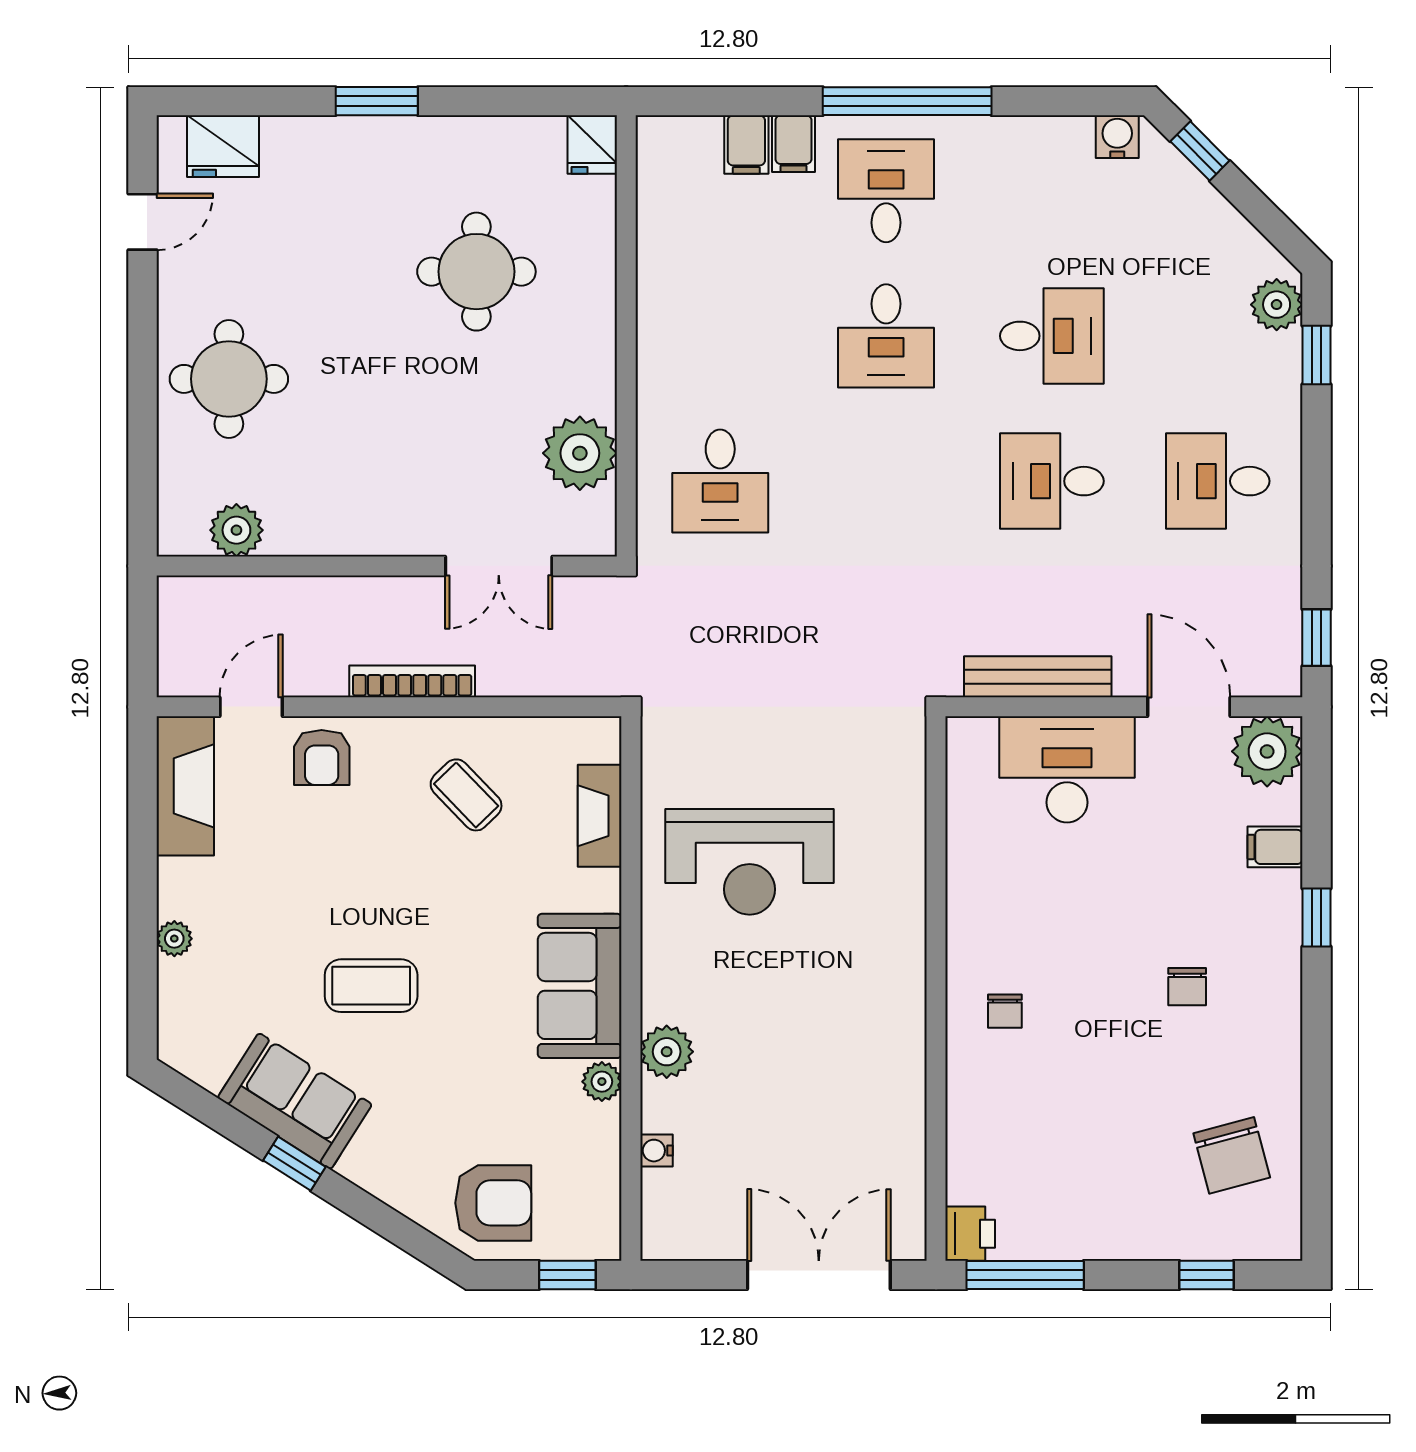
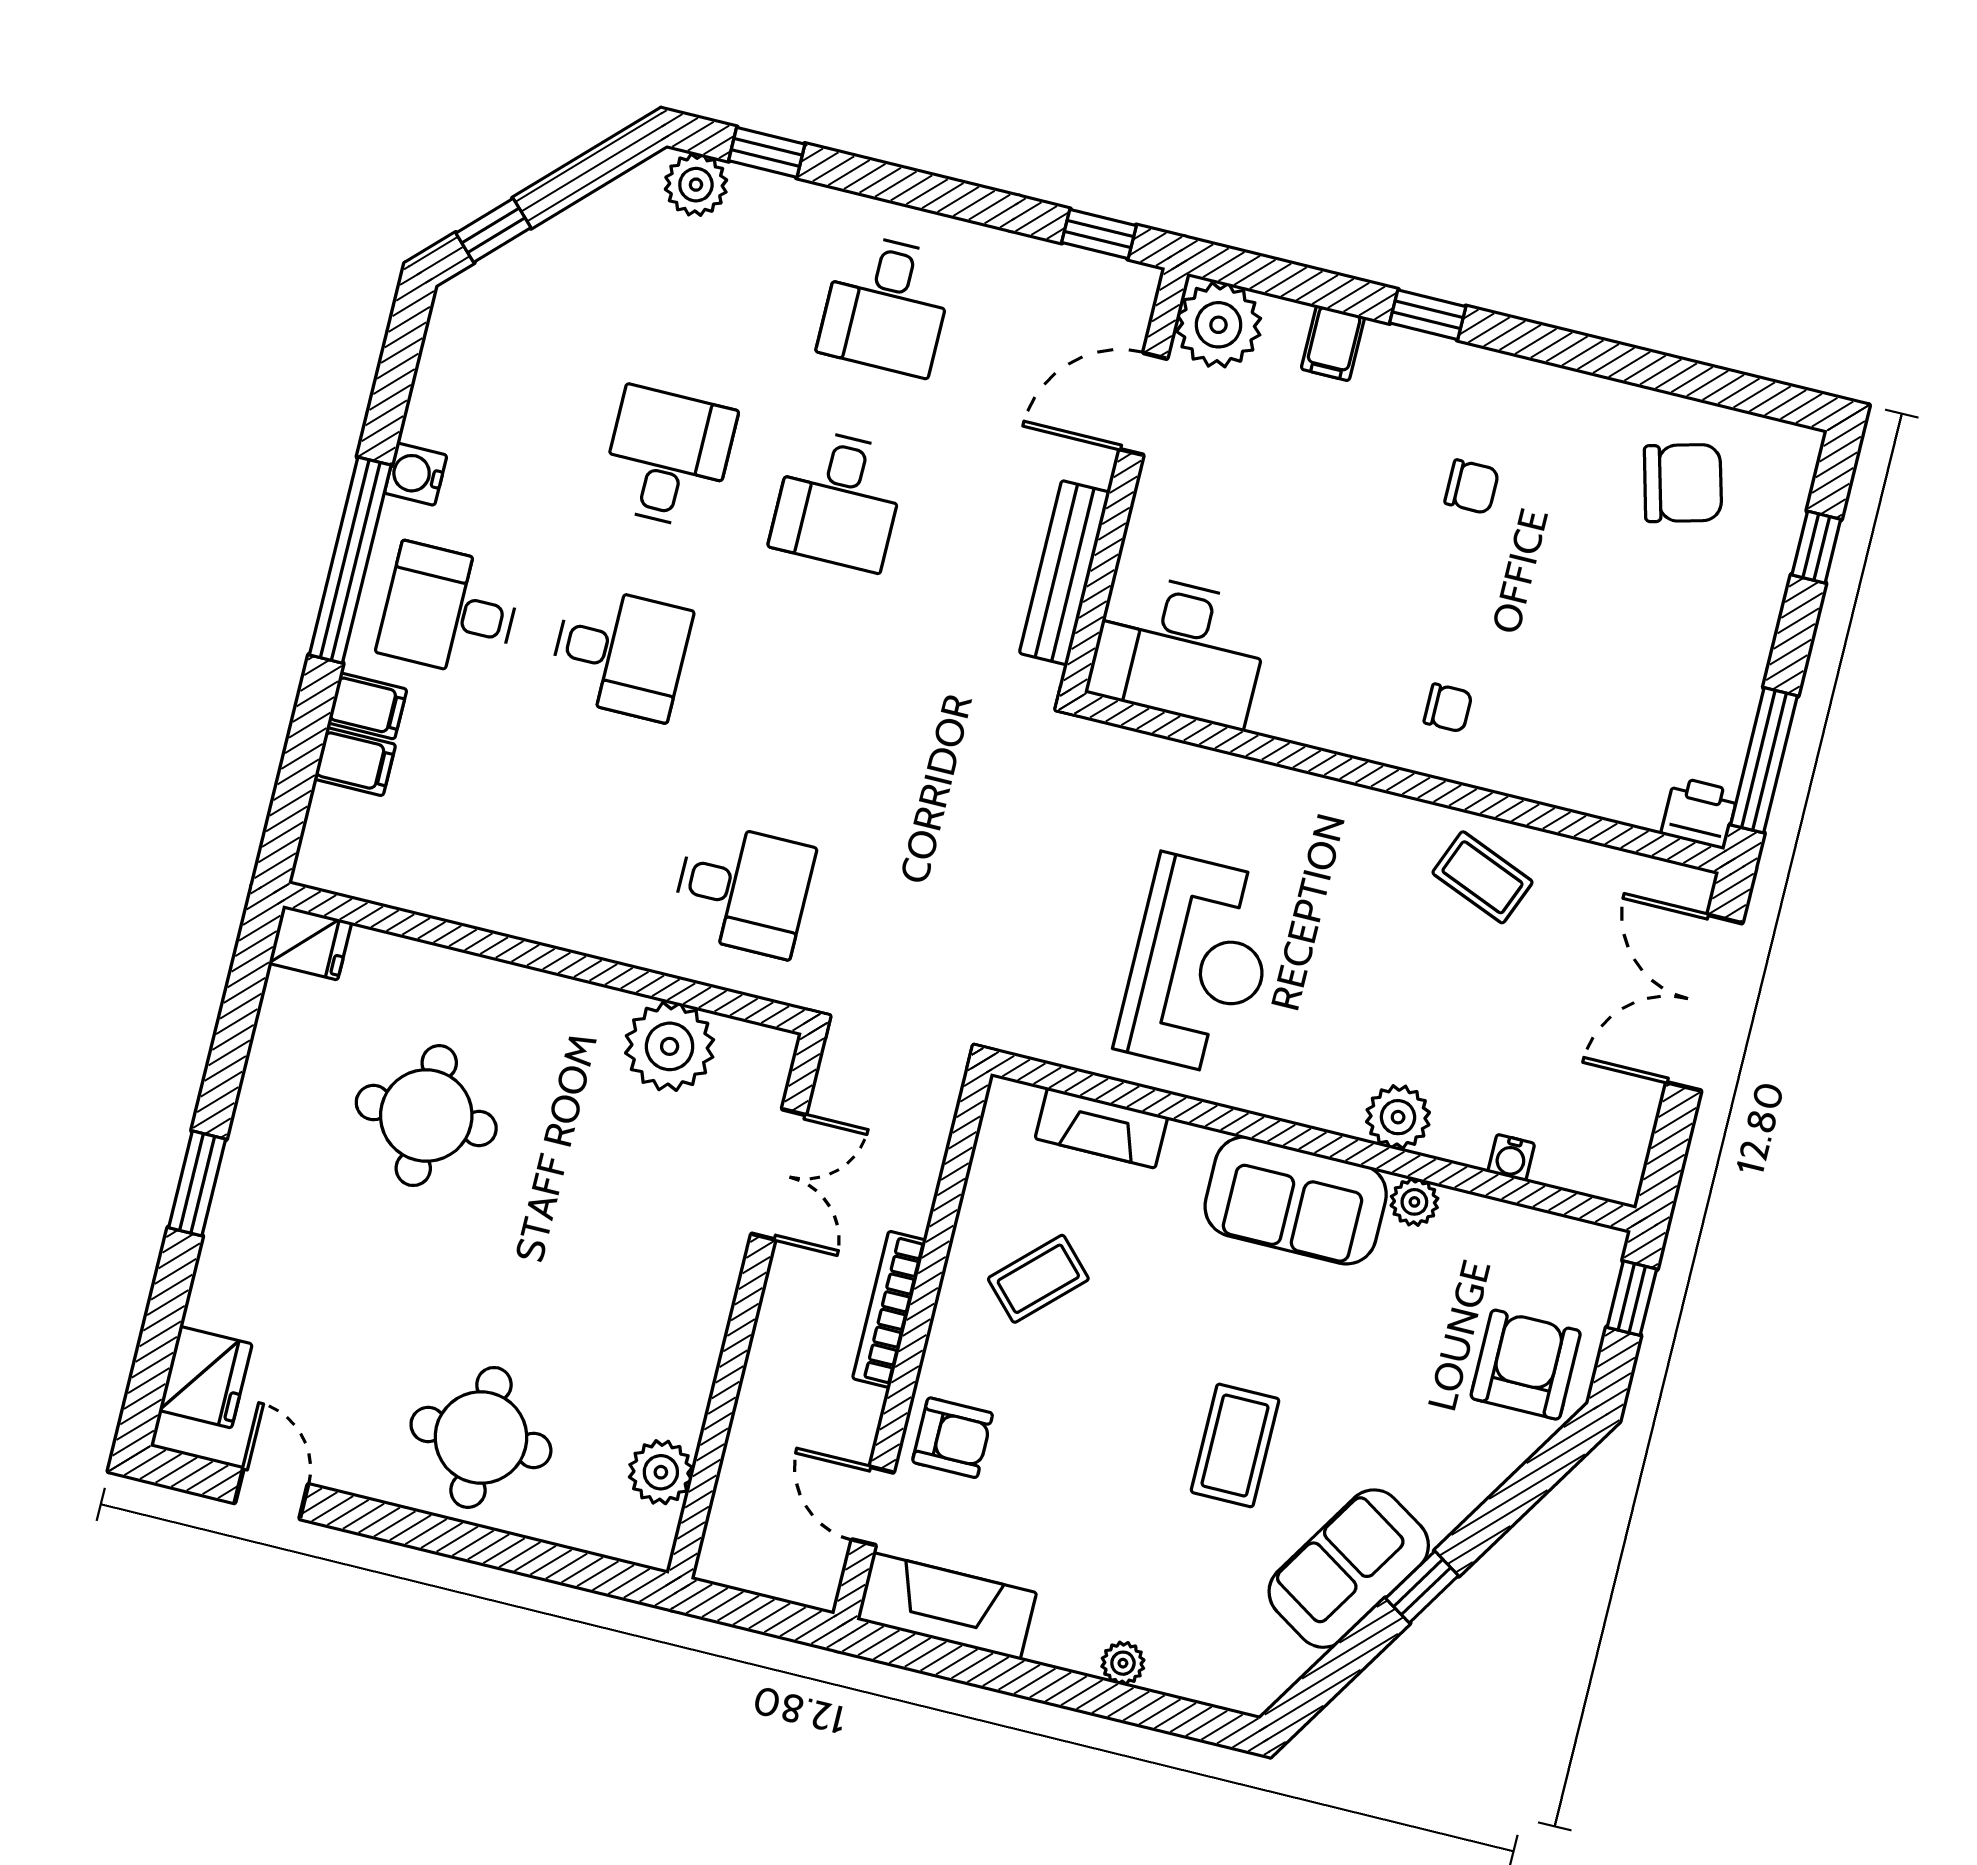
water cooler: (1117, 137) -> (416, 474), moved
desk: (1067, 769) -> (1179, 650), moved, turned -90
coffee table: (876, 1072) -> (1483, 877), added

